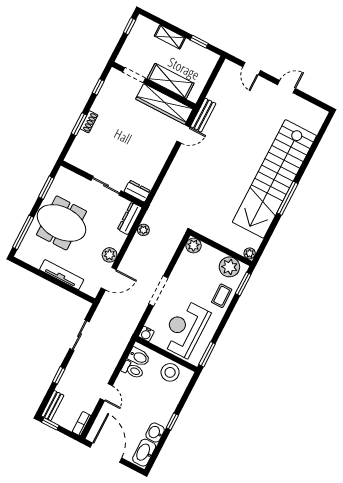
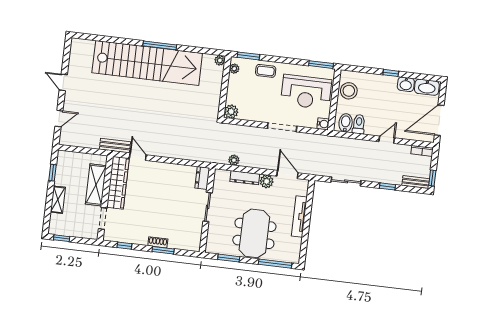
dresser: (130, 218) -> (245, 178), moved
plant: (229, 267) -> (234, 69), width x0.53, depth x0.53

